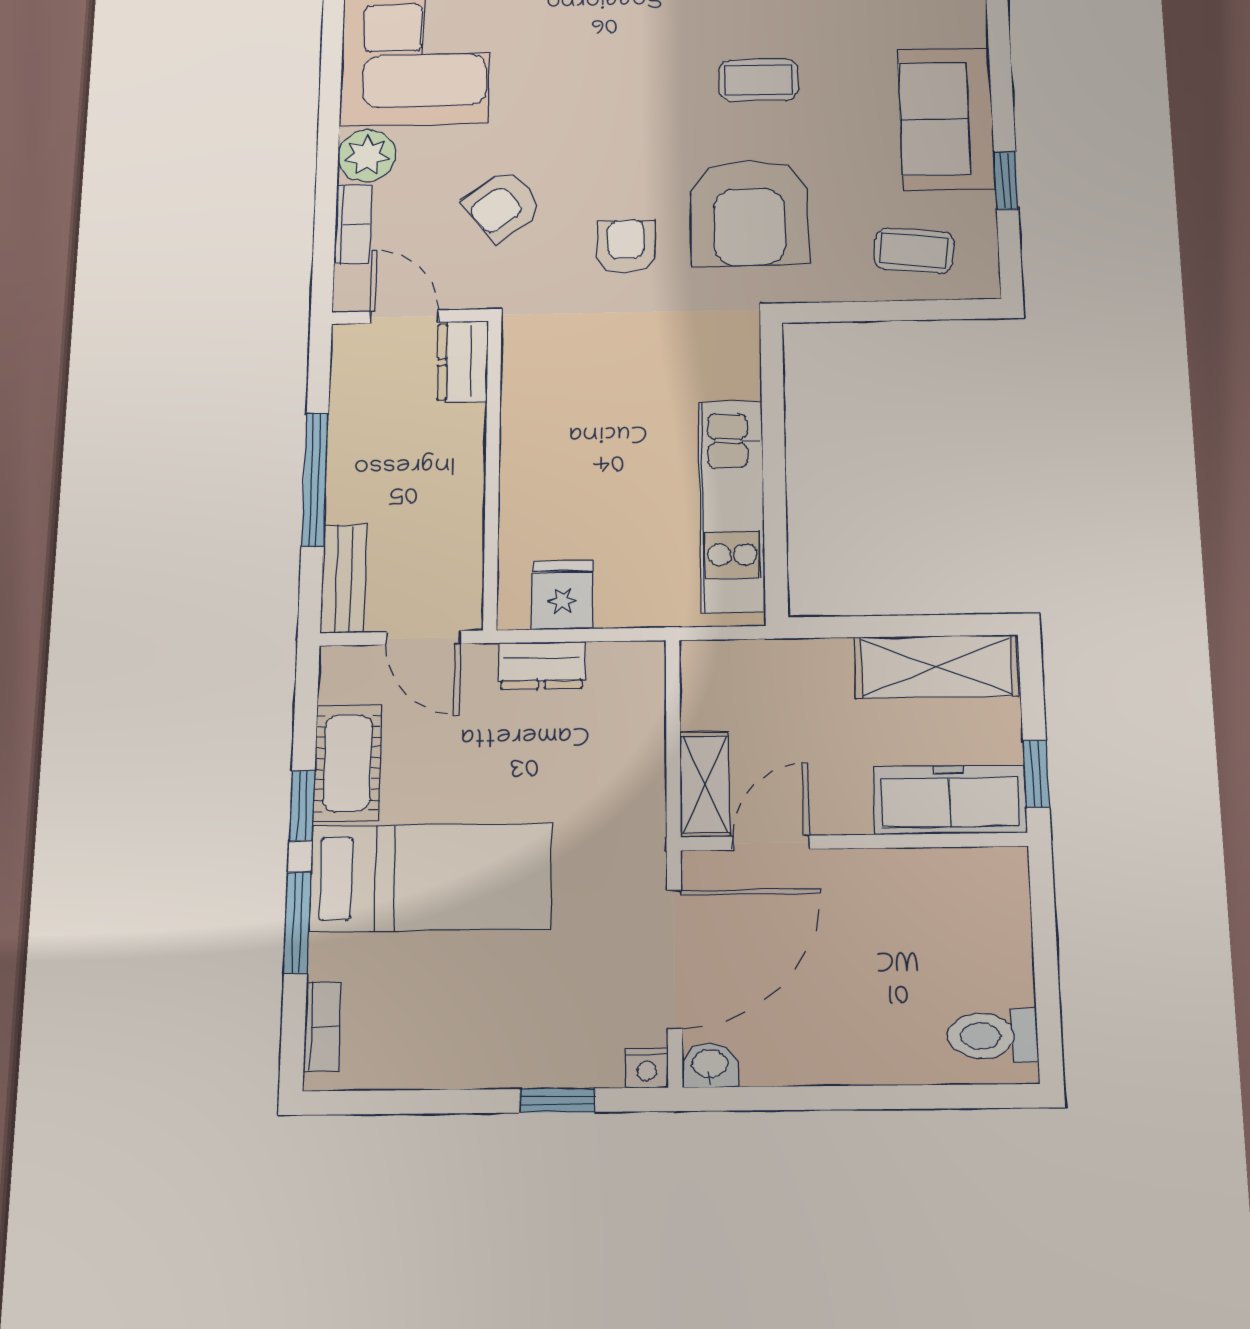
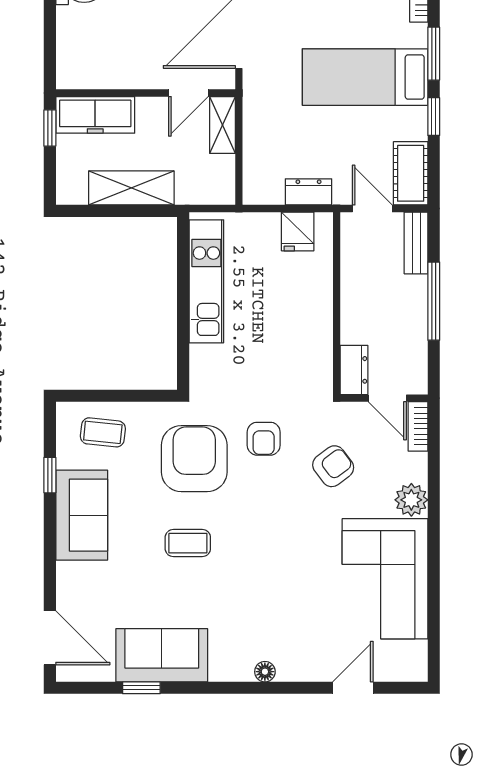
bookcase: (353, 224) -> (418, 426), moved
shelving: (936, 667) -> (131, 188), moved
cot: (347, 763) -> (411, 173), moved

